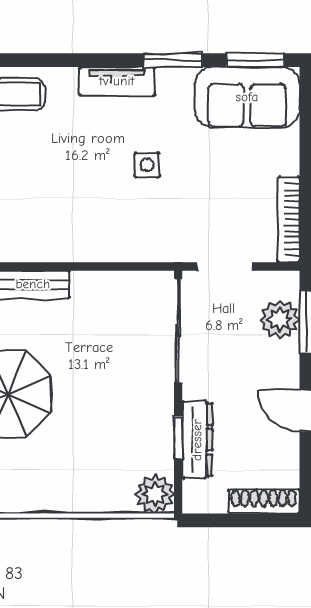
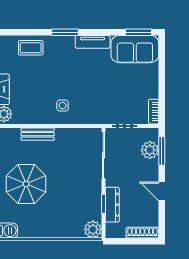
window: (173, 60) -> (65, 32), moved
tv unit: (117, 81) -> (93, 42), moved
side table: (147, 165) -> (63, 106), moved
bookcase: (289, 219) -> (154, 112), width x0.64

